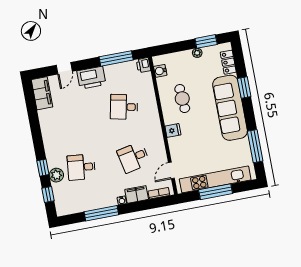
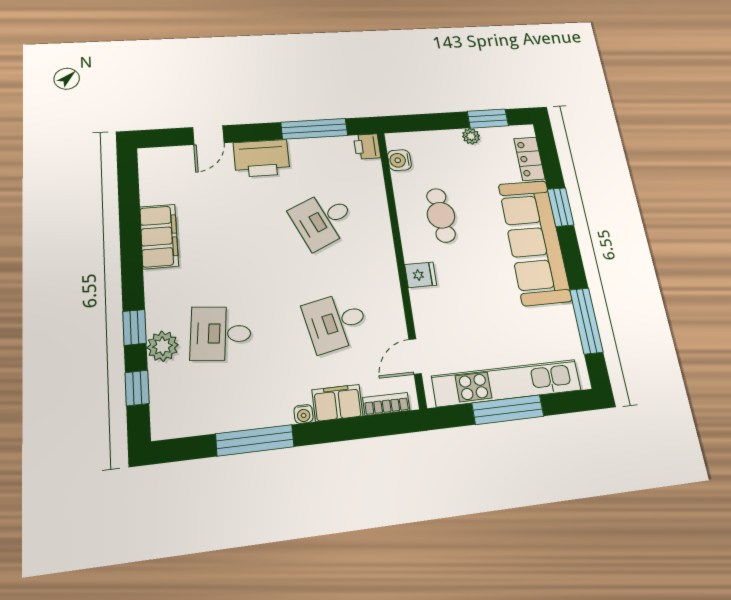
filing cabinet: (42, 93) -> (159, 236), moved
desk: (124, 107) -> (323, 219), turned -36

